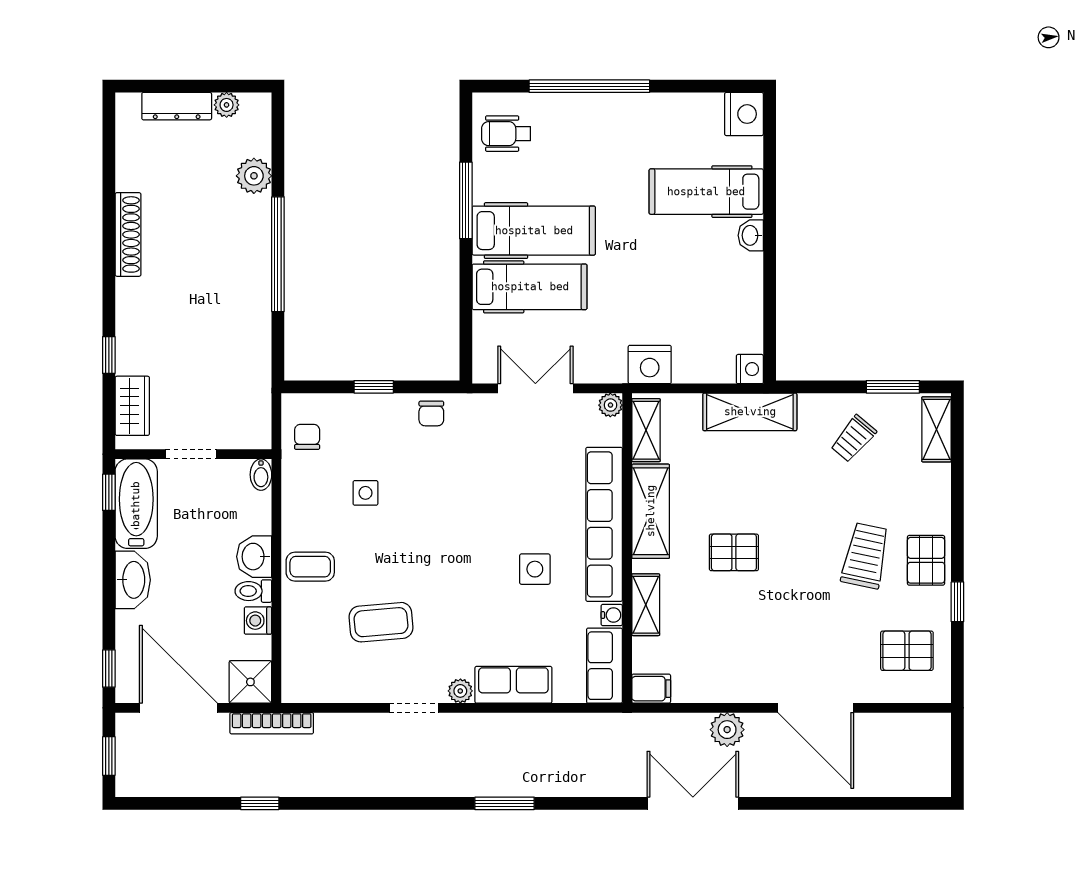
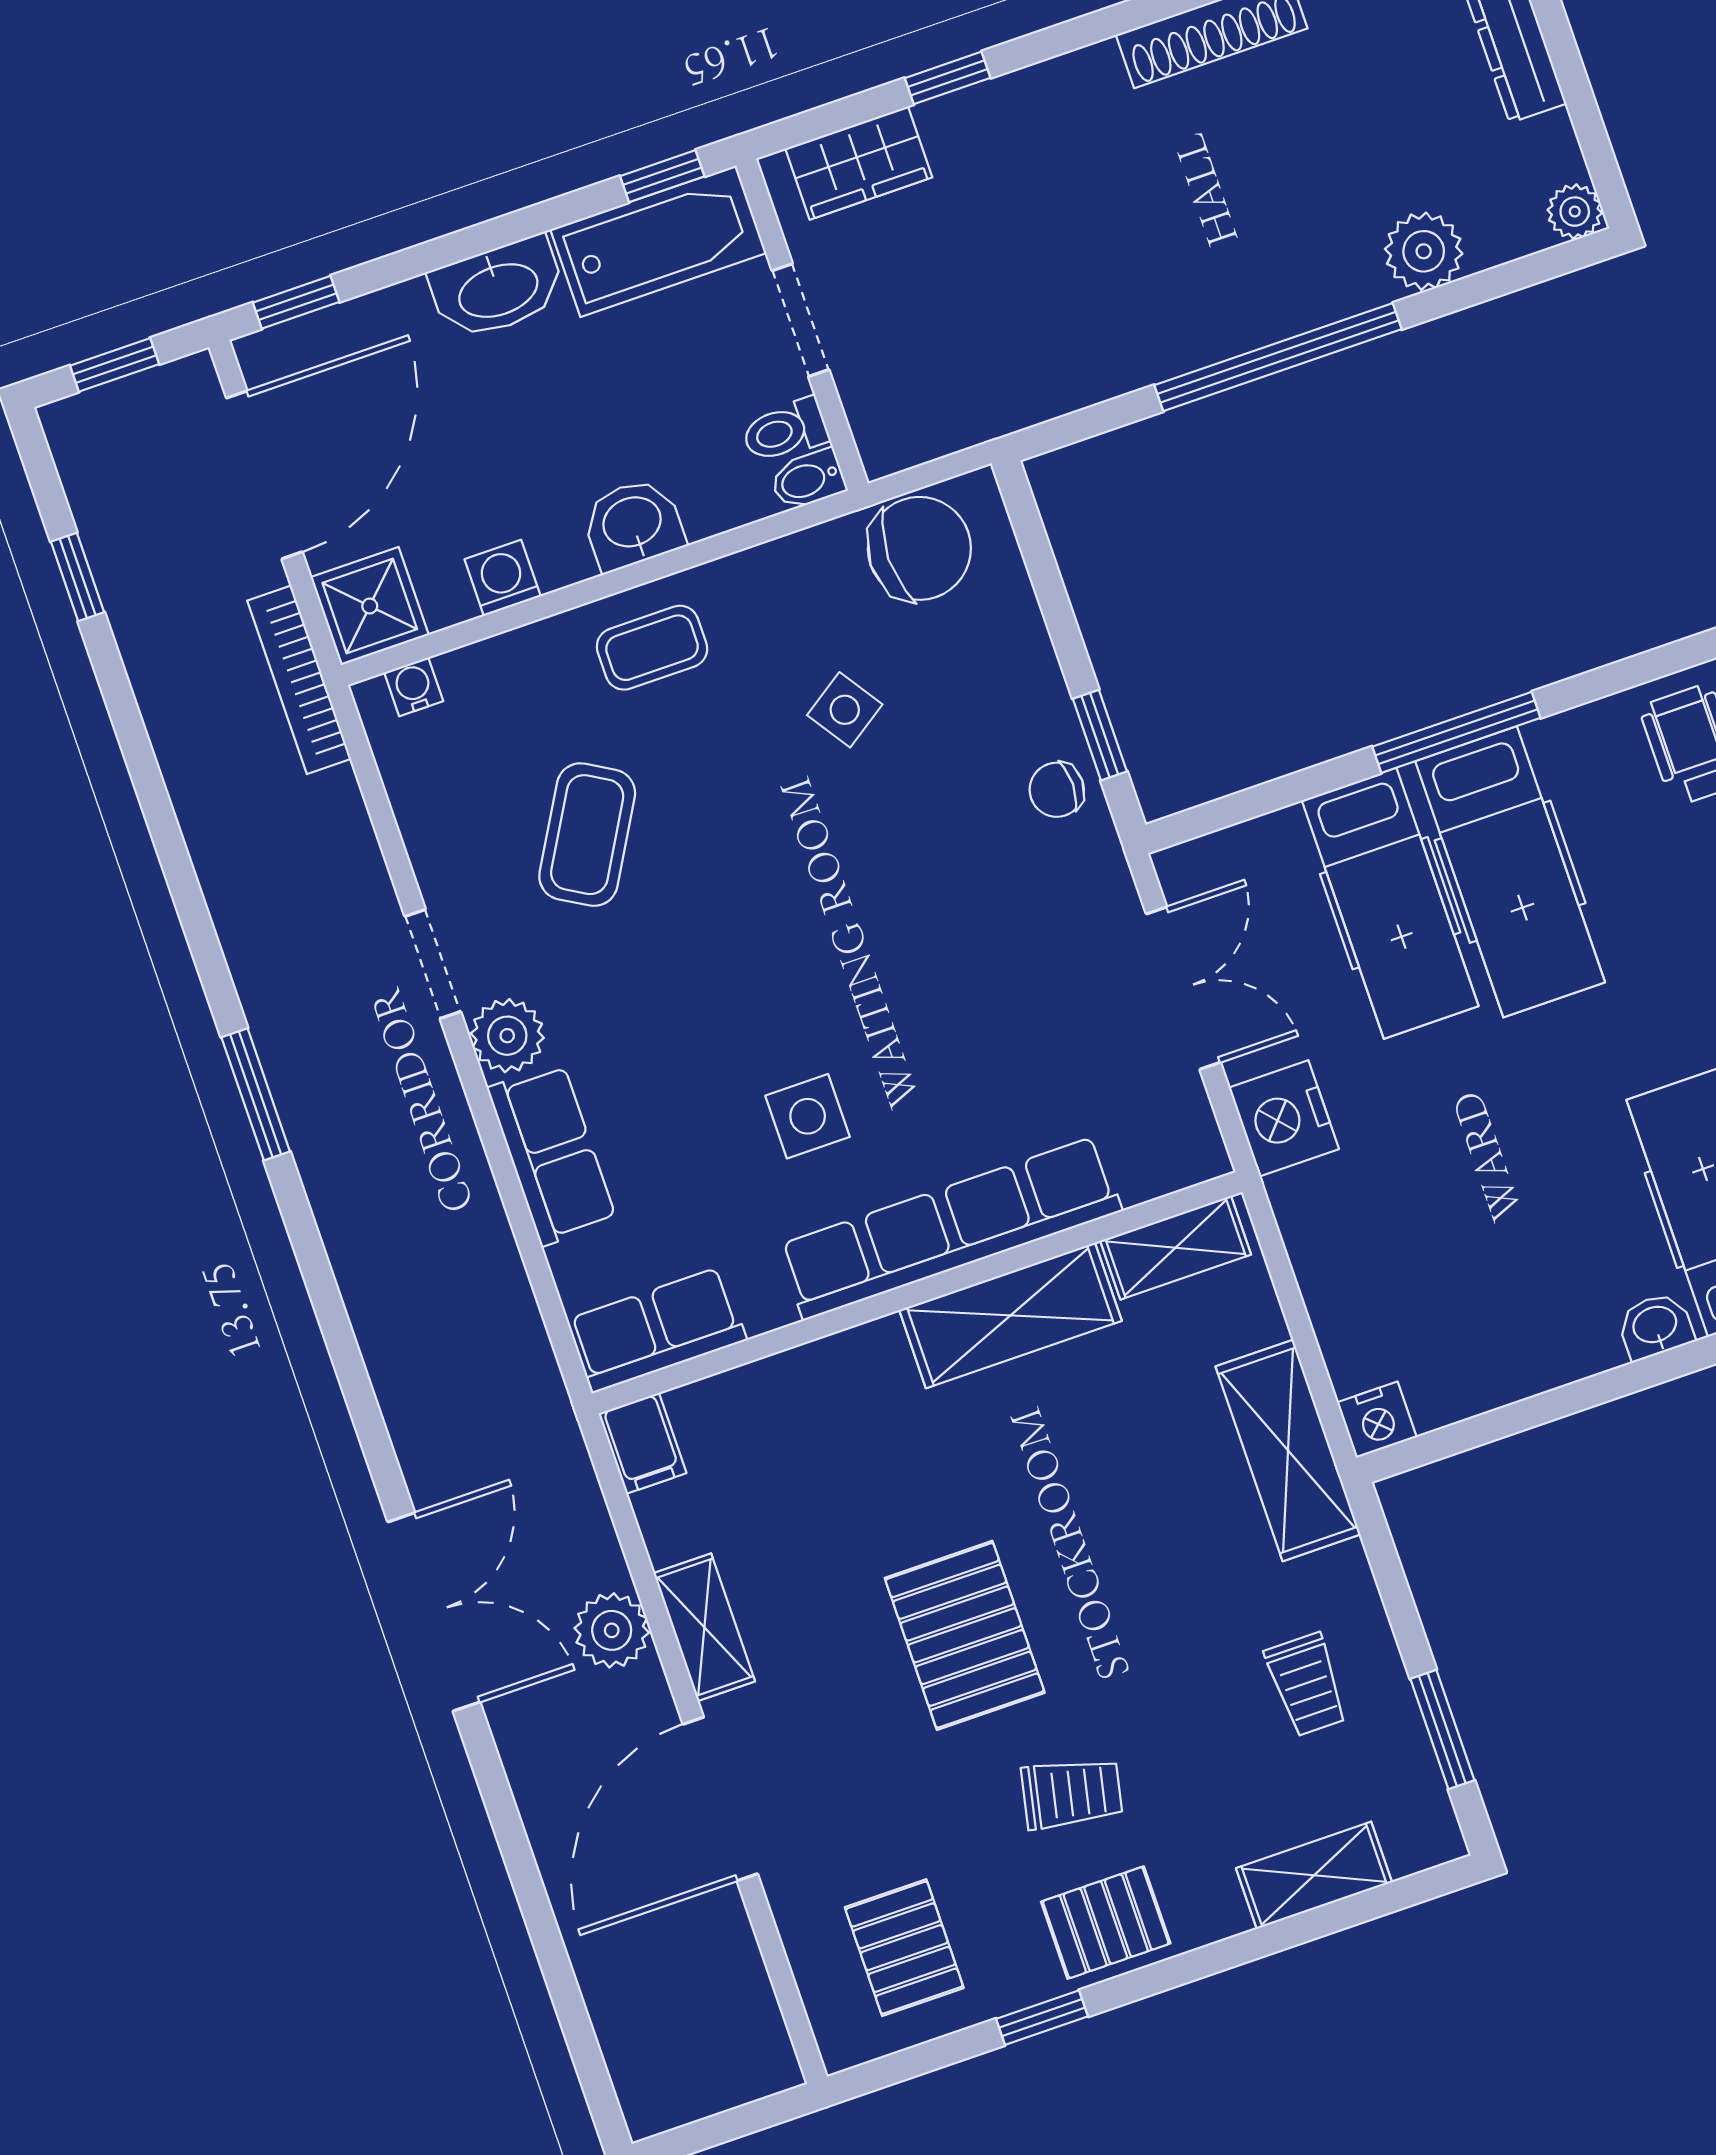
plant: (227, 105) -> (1575, 212), moved
window: (466, 200) -> (1456, 732), moved
nightstand: (650, 364) -> (1284, 1118), moved
window: (374, 387) -> (1100, 735), moved
plant: (610, 405) -> (1203, 1156), removed
shelving: (937, 429) -> (1314, 1875), moved
chair: (307, 437) -> (919, 548), width x1.87, depth x1.87
trolley: (853, 439) -> (1306, 1685), turned -130
side table: (365, 493) -> (845, 710), turned -34
pallet: (734, 552) -> (965, 1635), moved, width x1.50, depth x1.42
trolley: (865, 556) -> (1072, 1793), width x0.73, depth x0.72
coffee table: (310, 567) -> (652, 648), turned 90
toilet: (253, 591) -> (785, 431), moved, turned -90
shelving: (646, 605) -> (704, 1627), moved, turned 90
water cooler: (612, 615) -> (414, 687), moved, turned 180
coffee table: (381, 622) -> (587, 835), turned 35
plant: (460, 691) -> (507, 1036), width x1.38, depth x1.38
window: (260, 803) -> (78, 577), moved
window: (505, 803) -> (256, 1094), moved

